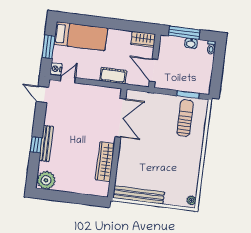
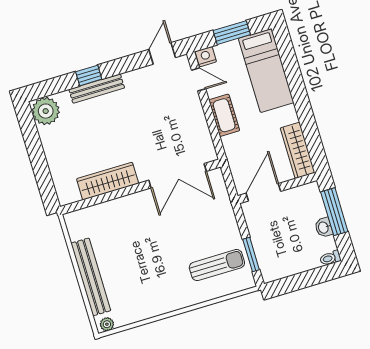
wardrobe: (143, 39) -> (298, 150), width x1.50
cot: (113, 76) -> (224, 115), moved
bench: (139, 195) -> (91, 277), moved

